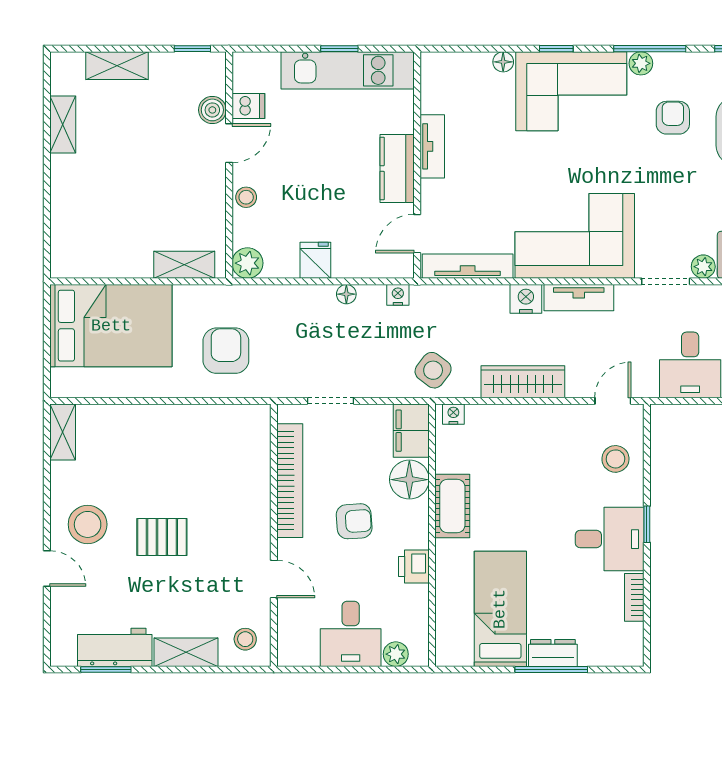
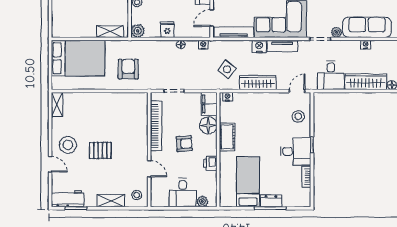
side table: (433, 370) -> (227, 69), moved
workbench: (115, 647) -> (68, 199), moved

